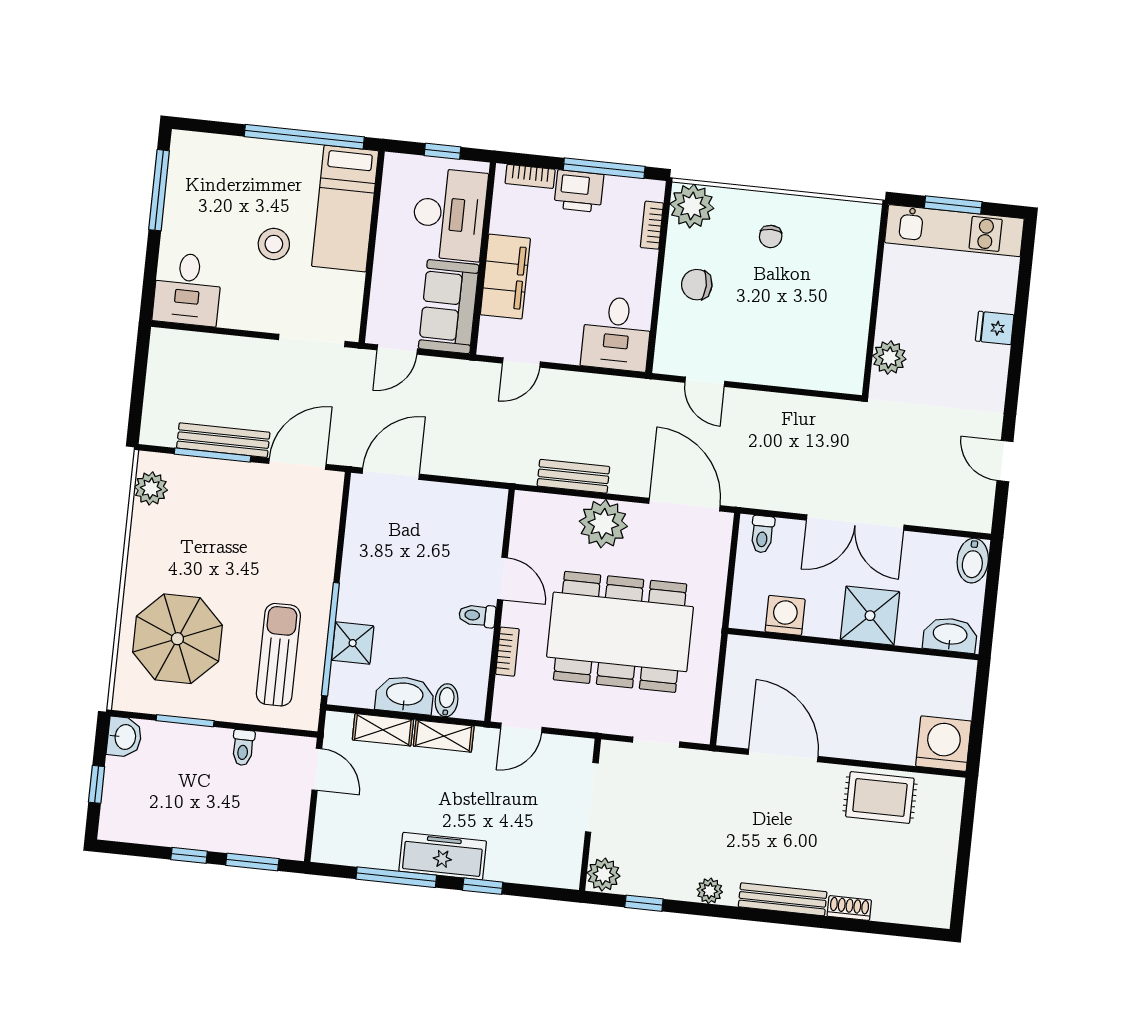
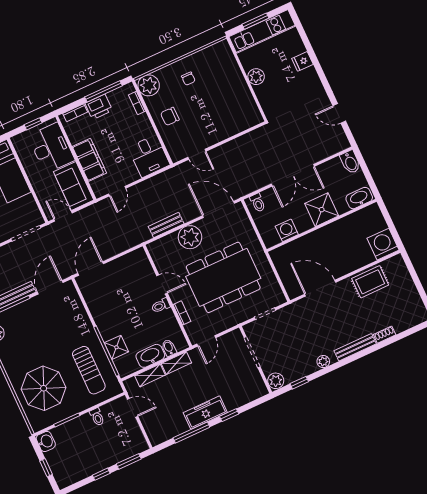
door: (397, 349) -> (63, 216), swing flipped
plant: (889, 357) -> (256, 77), moved
sun lounger: (278, 655) -> (89, 370), turned 180

